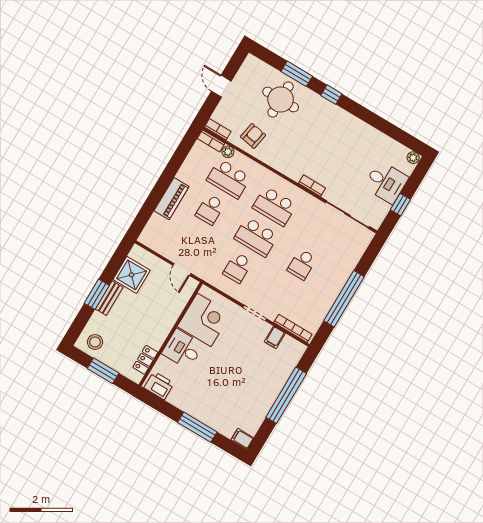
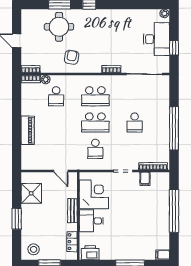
armchair: (253, 136) -> (72, 57), moved
school desk: (229, 179) -> (56, 96), width x0.54
desk: (386, 182) -> (156, 39), width x1.37
school desk: (210, 209) -> (56, 123), removed
bench: (109, 298) -> (72, 211), moved

